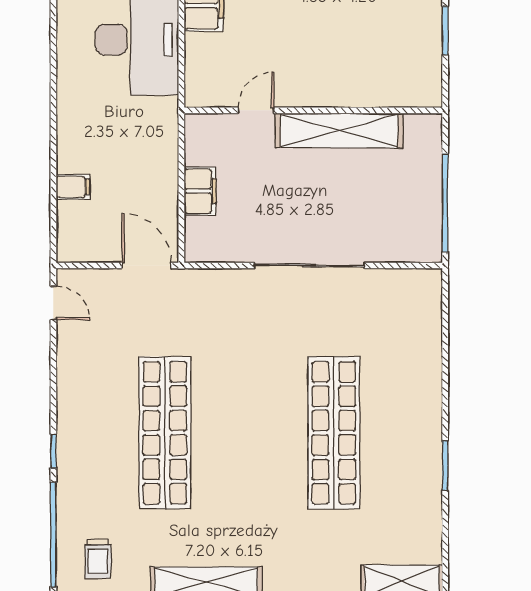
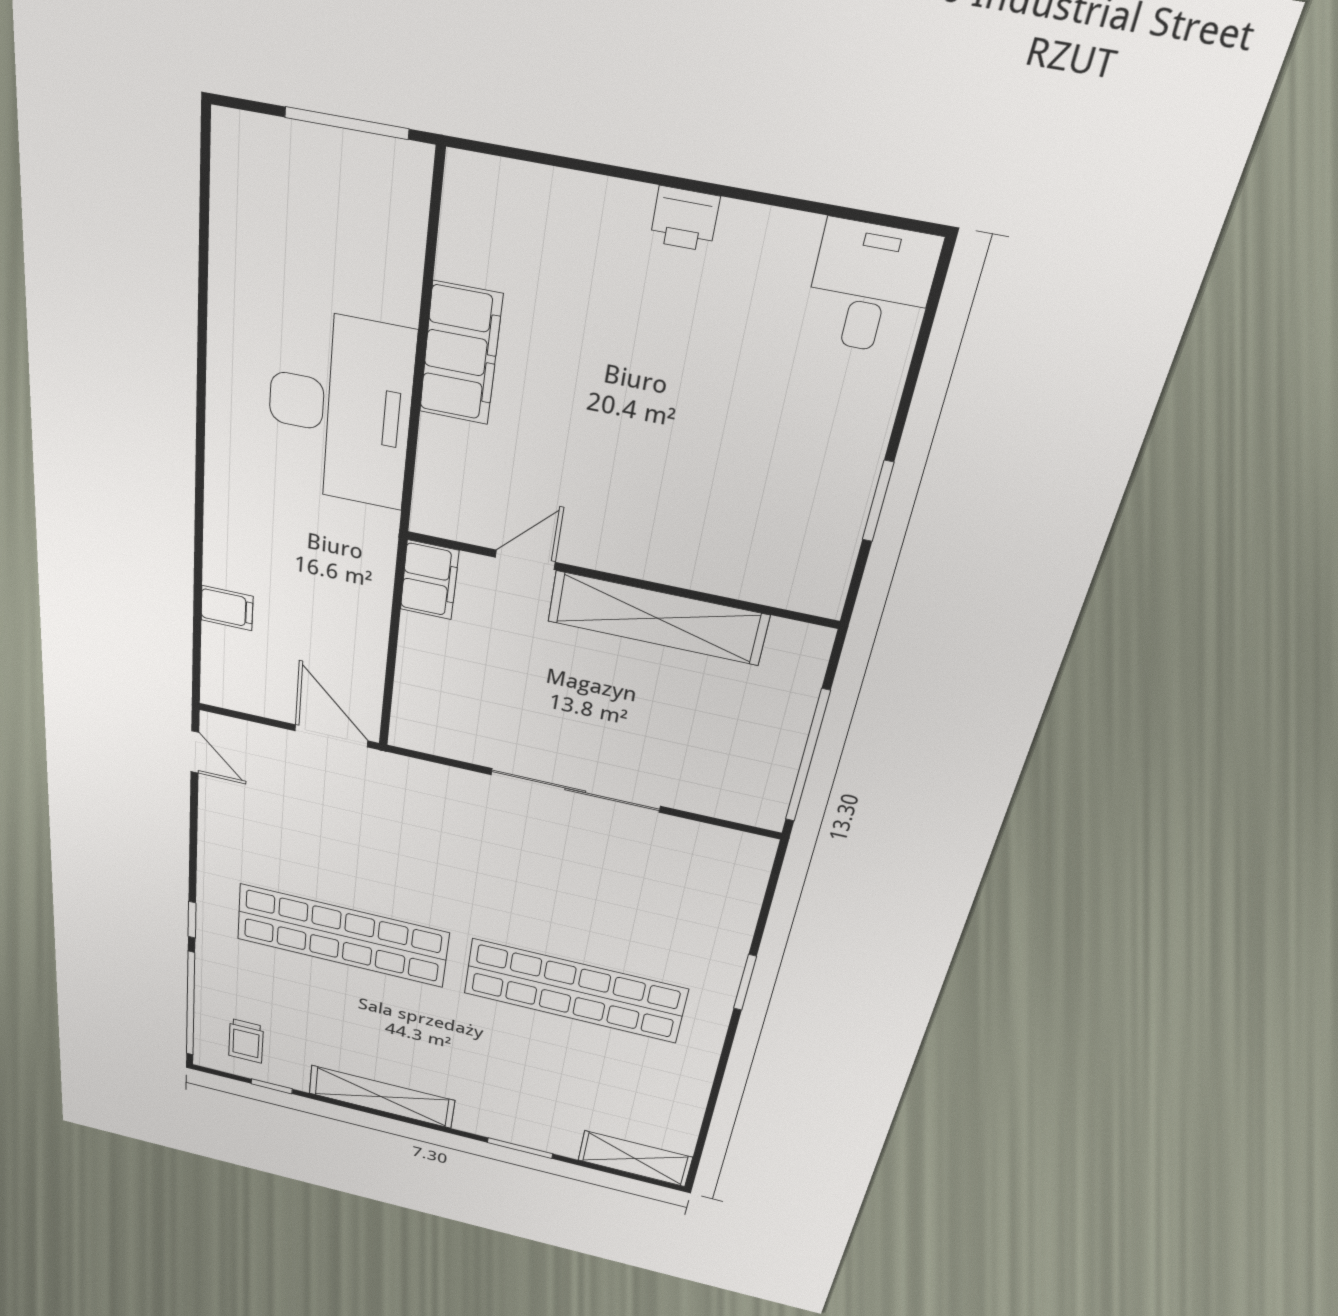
filing cabinet: (200, 191) -> (429, 580), moved
shop shelf: (165, 433) -> (342, 936), turned 90
shop shelf: (334, 433) -> (575, 991), turned 90
window: (445, 466) -> (745, 982), moved

